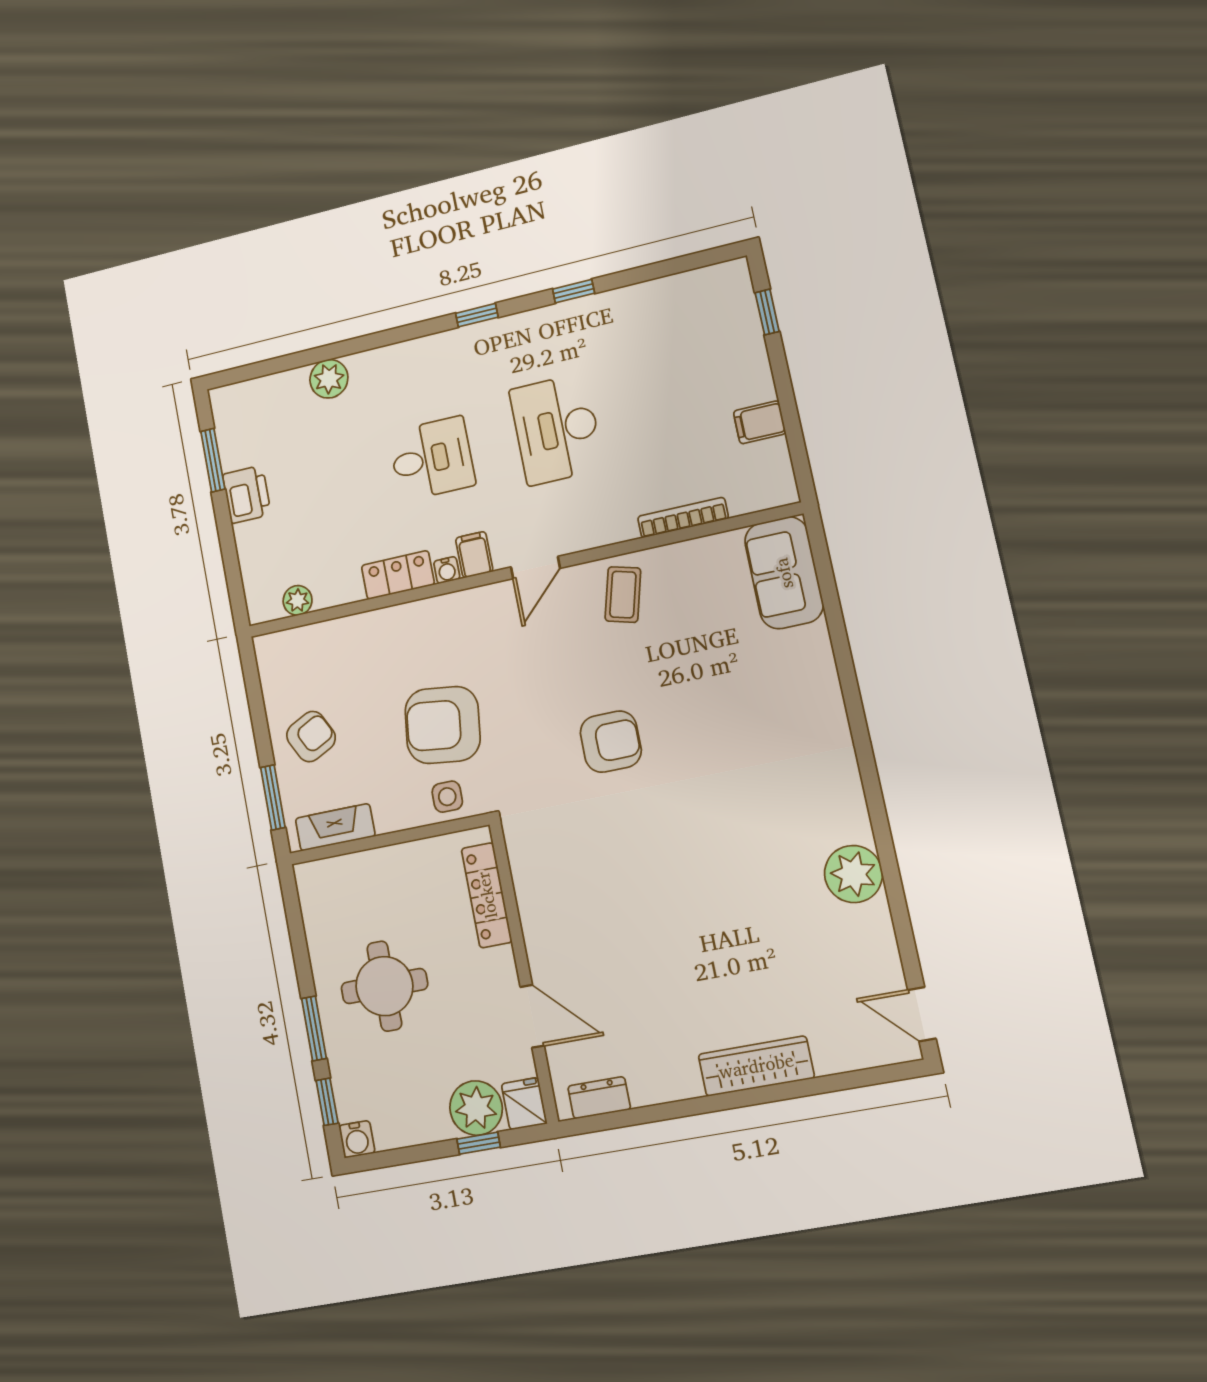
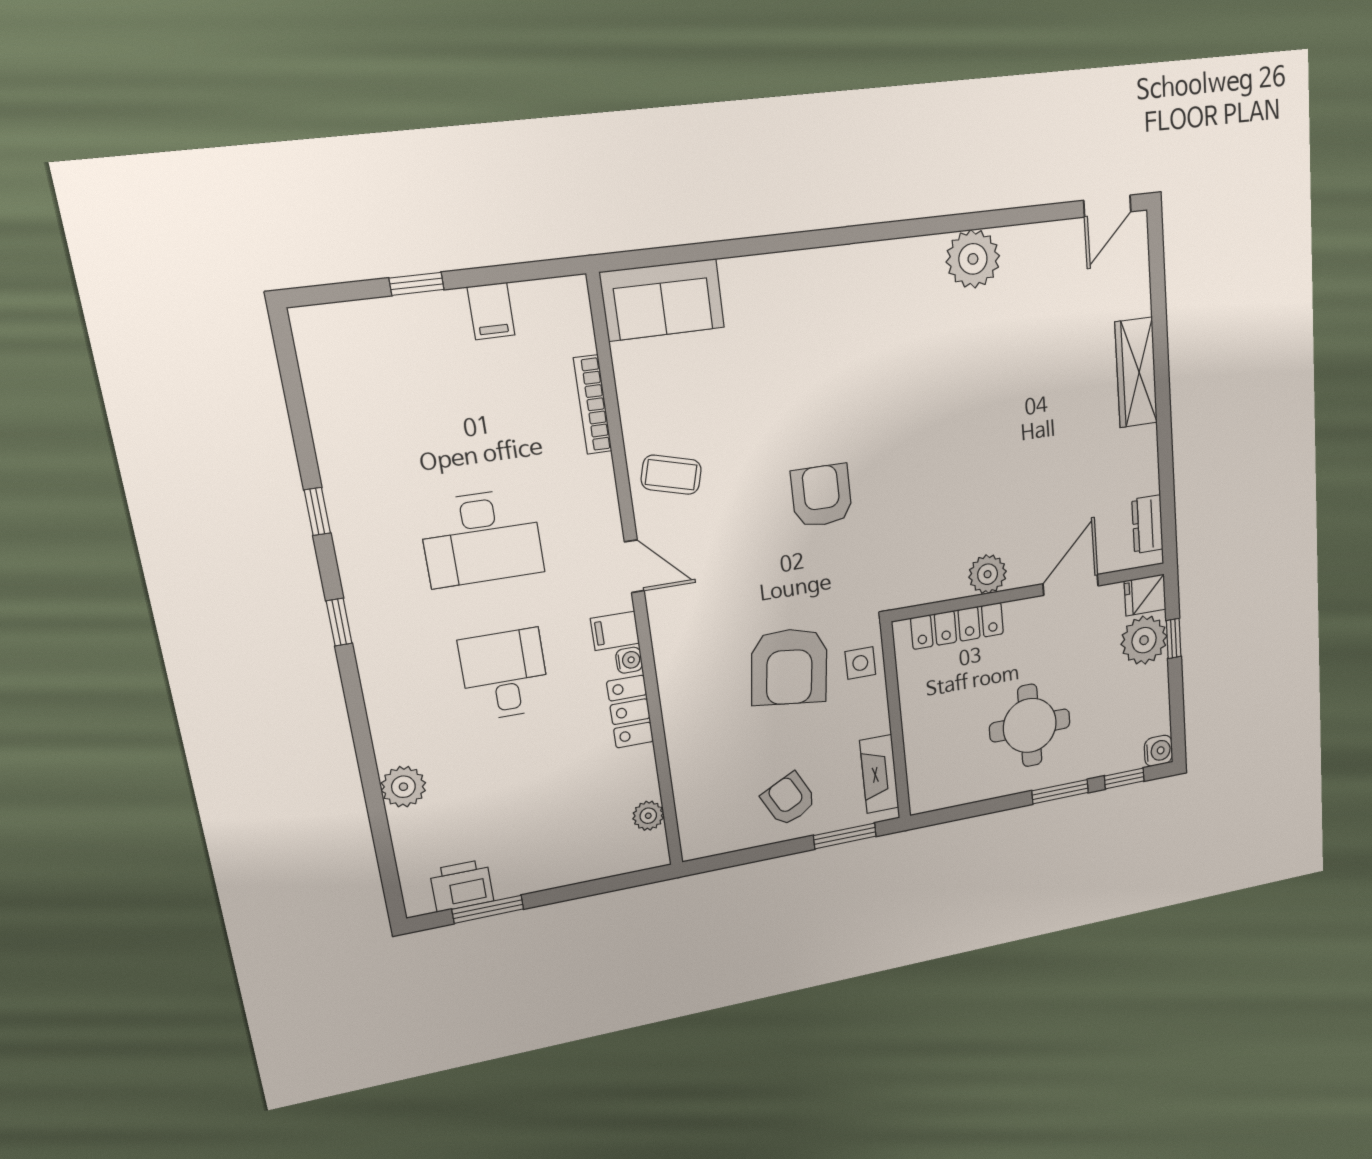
window: (767, 312) -> (417, 284), moved
printer: (247, 494) -> (462, 885), moved
plant: (540, 923) -> (988, 574), added

